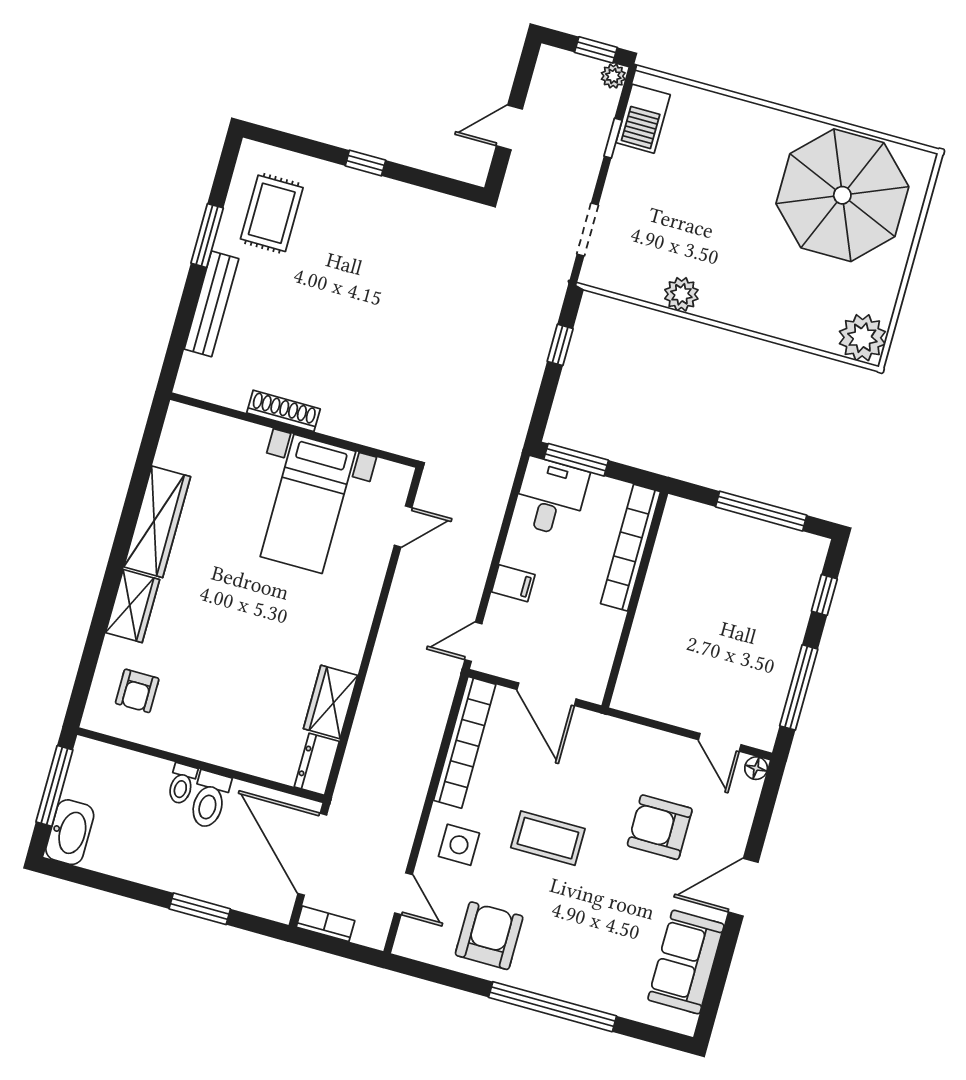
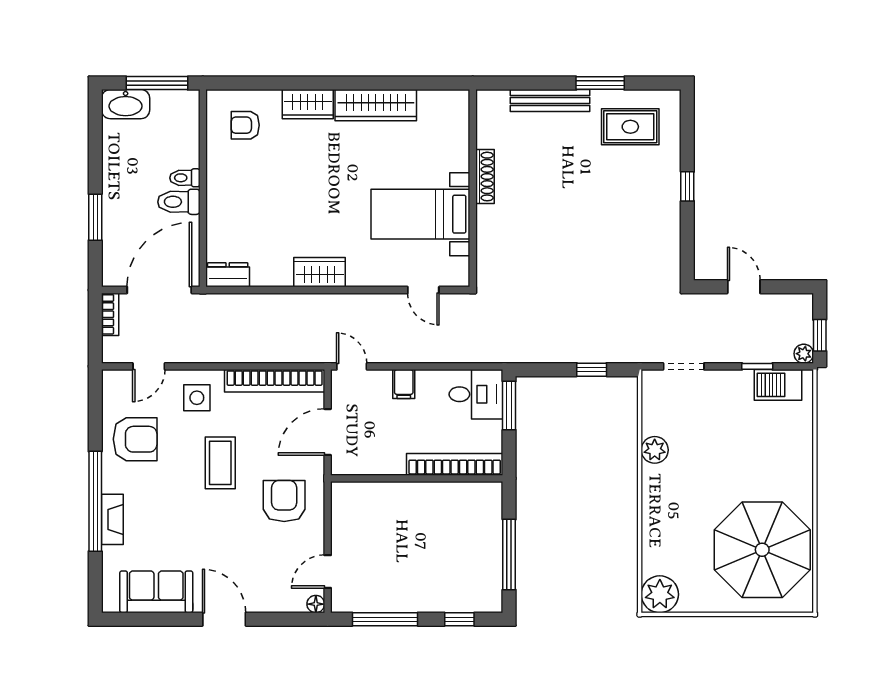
wardrobe: (331, 702) -> (320, 272), moved
armchair: (660, 827) -> (284, 501), moved
fireplace: (581, 992) -> (112, 519), added

